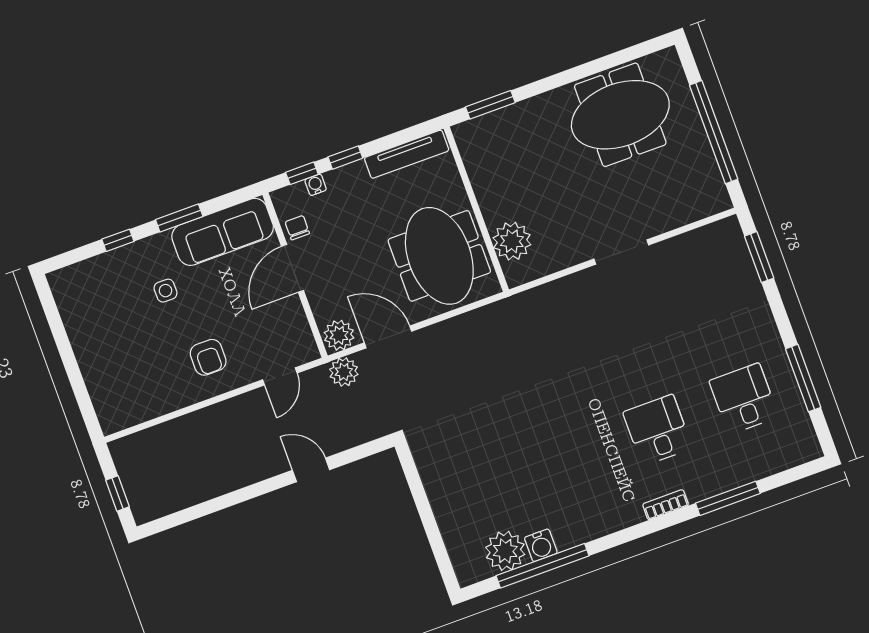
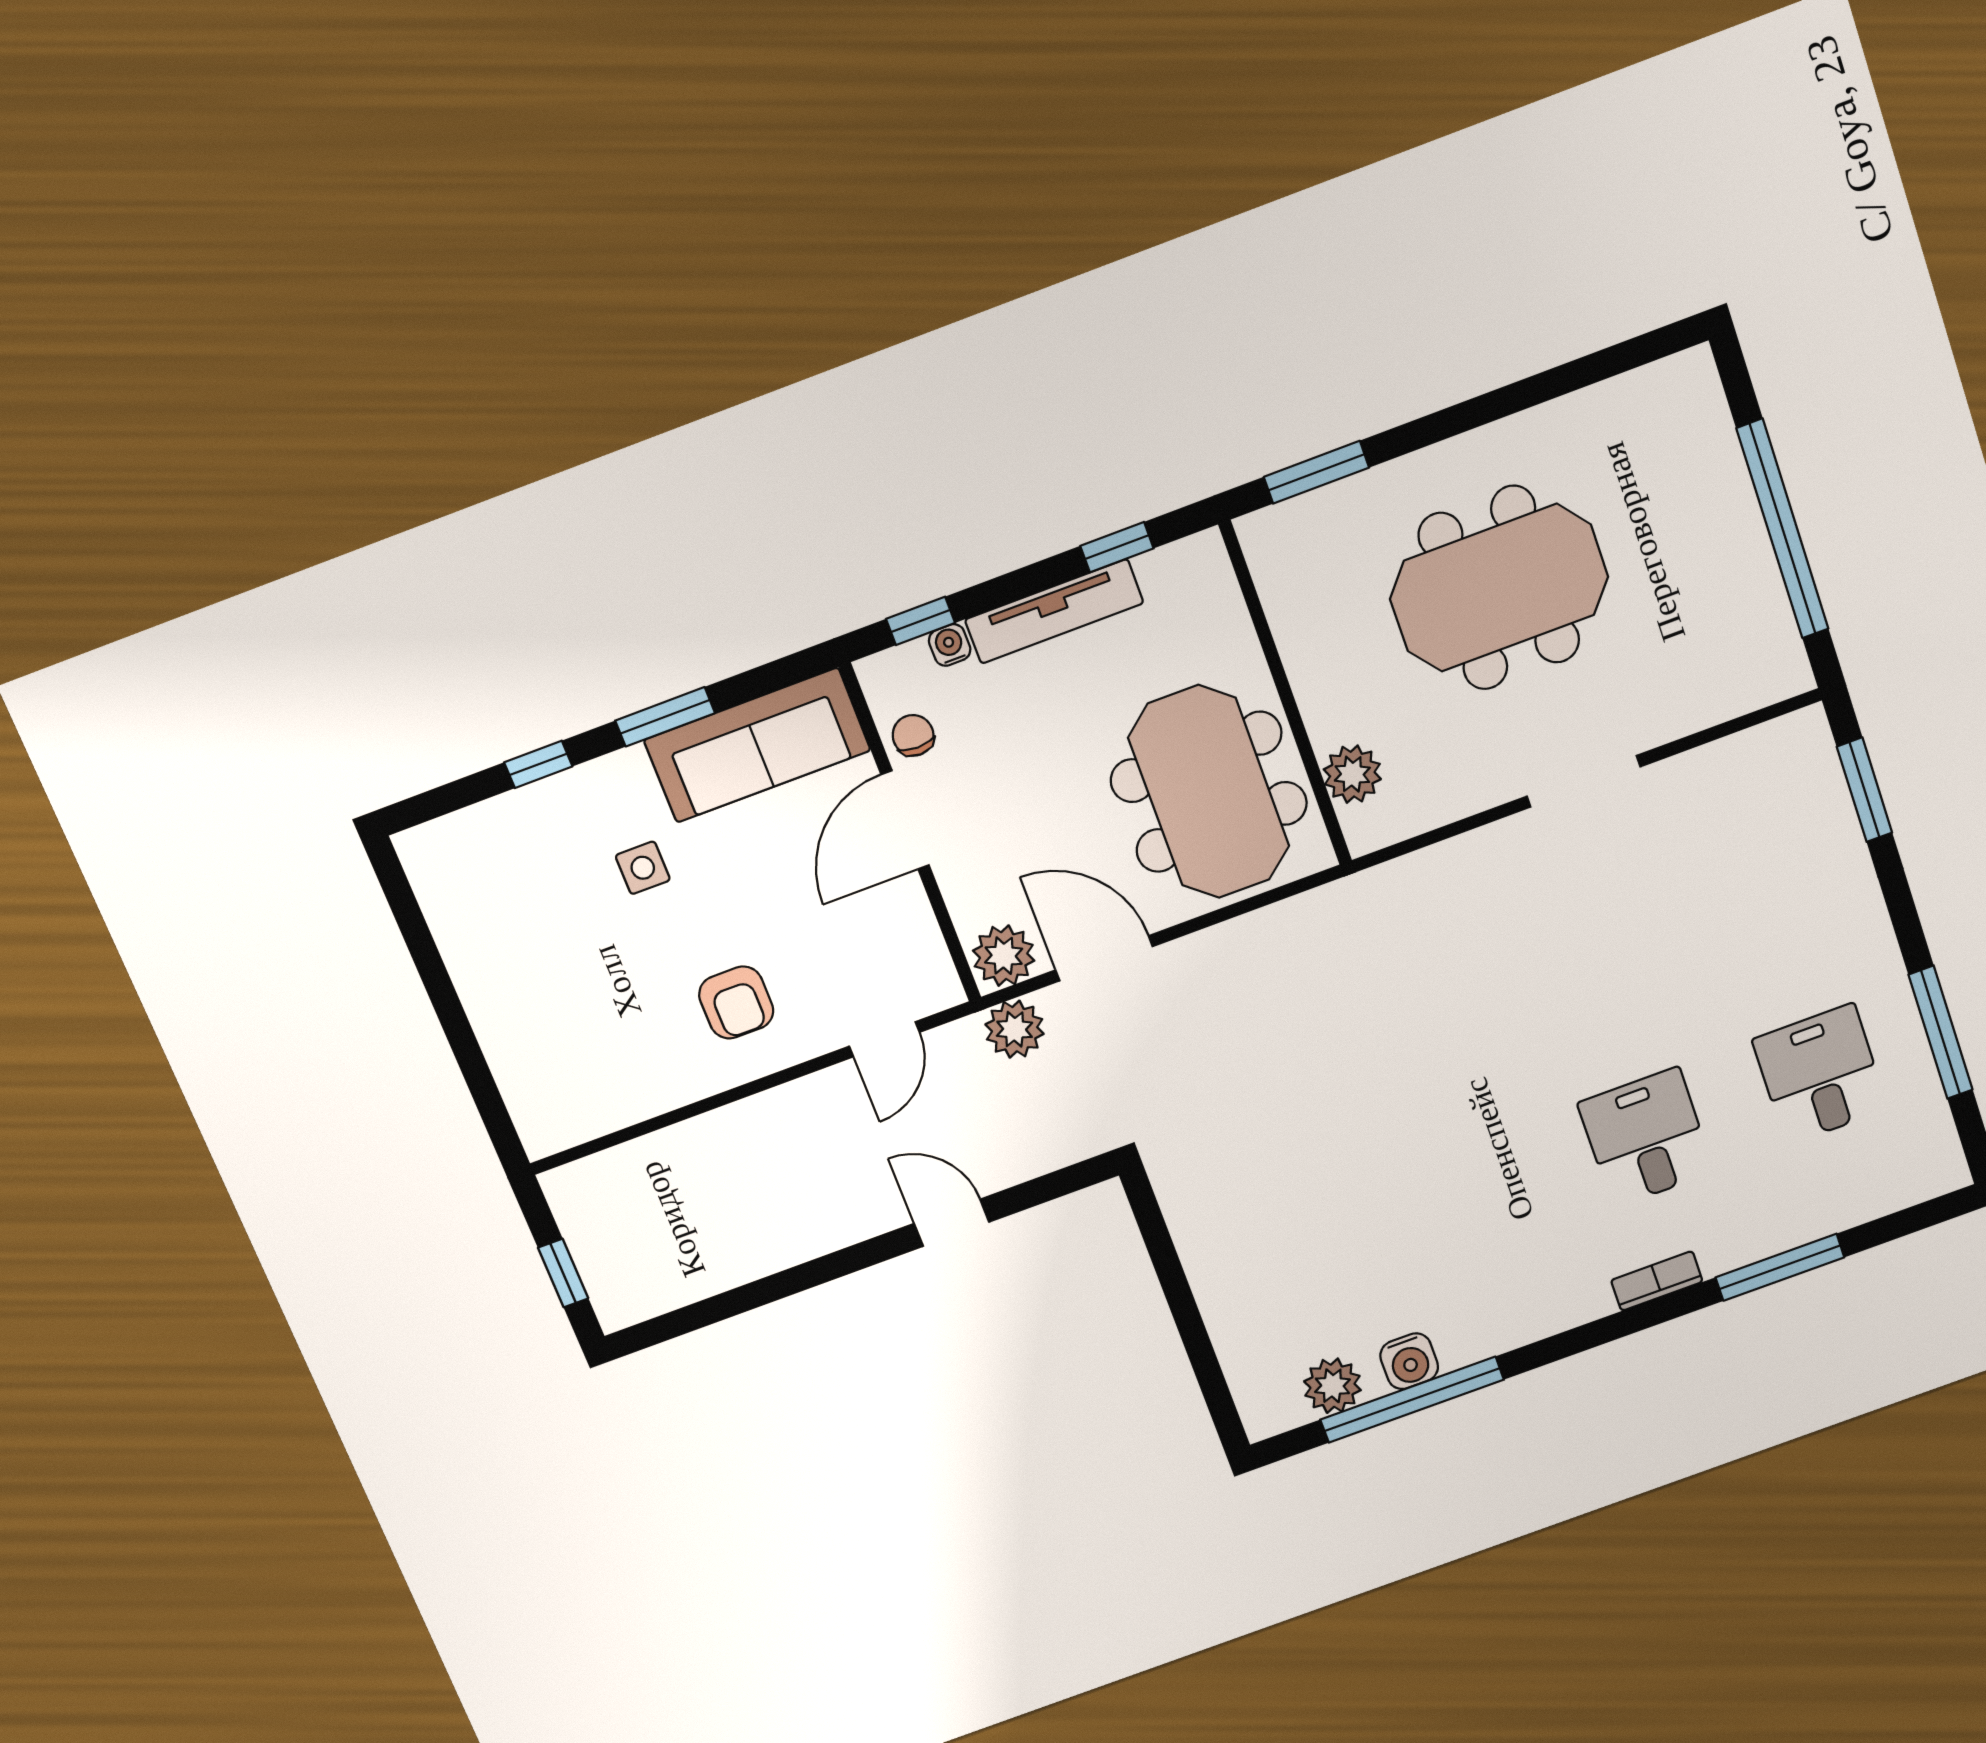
meeting table: (620, 115) -> (1499, 588), moved
tv unit: (407, 154) -> (1054, 611), moved
window: (345, 158) -> (1117, 547), moved
plant: (512, 241) -> (1352, 774), width x0.73, depth x0.73
plant: (505, 551) -> (1332, 1386), width x0.73, depth x0.73

